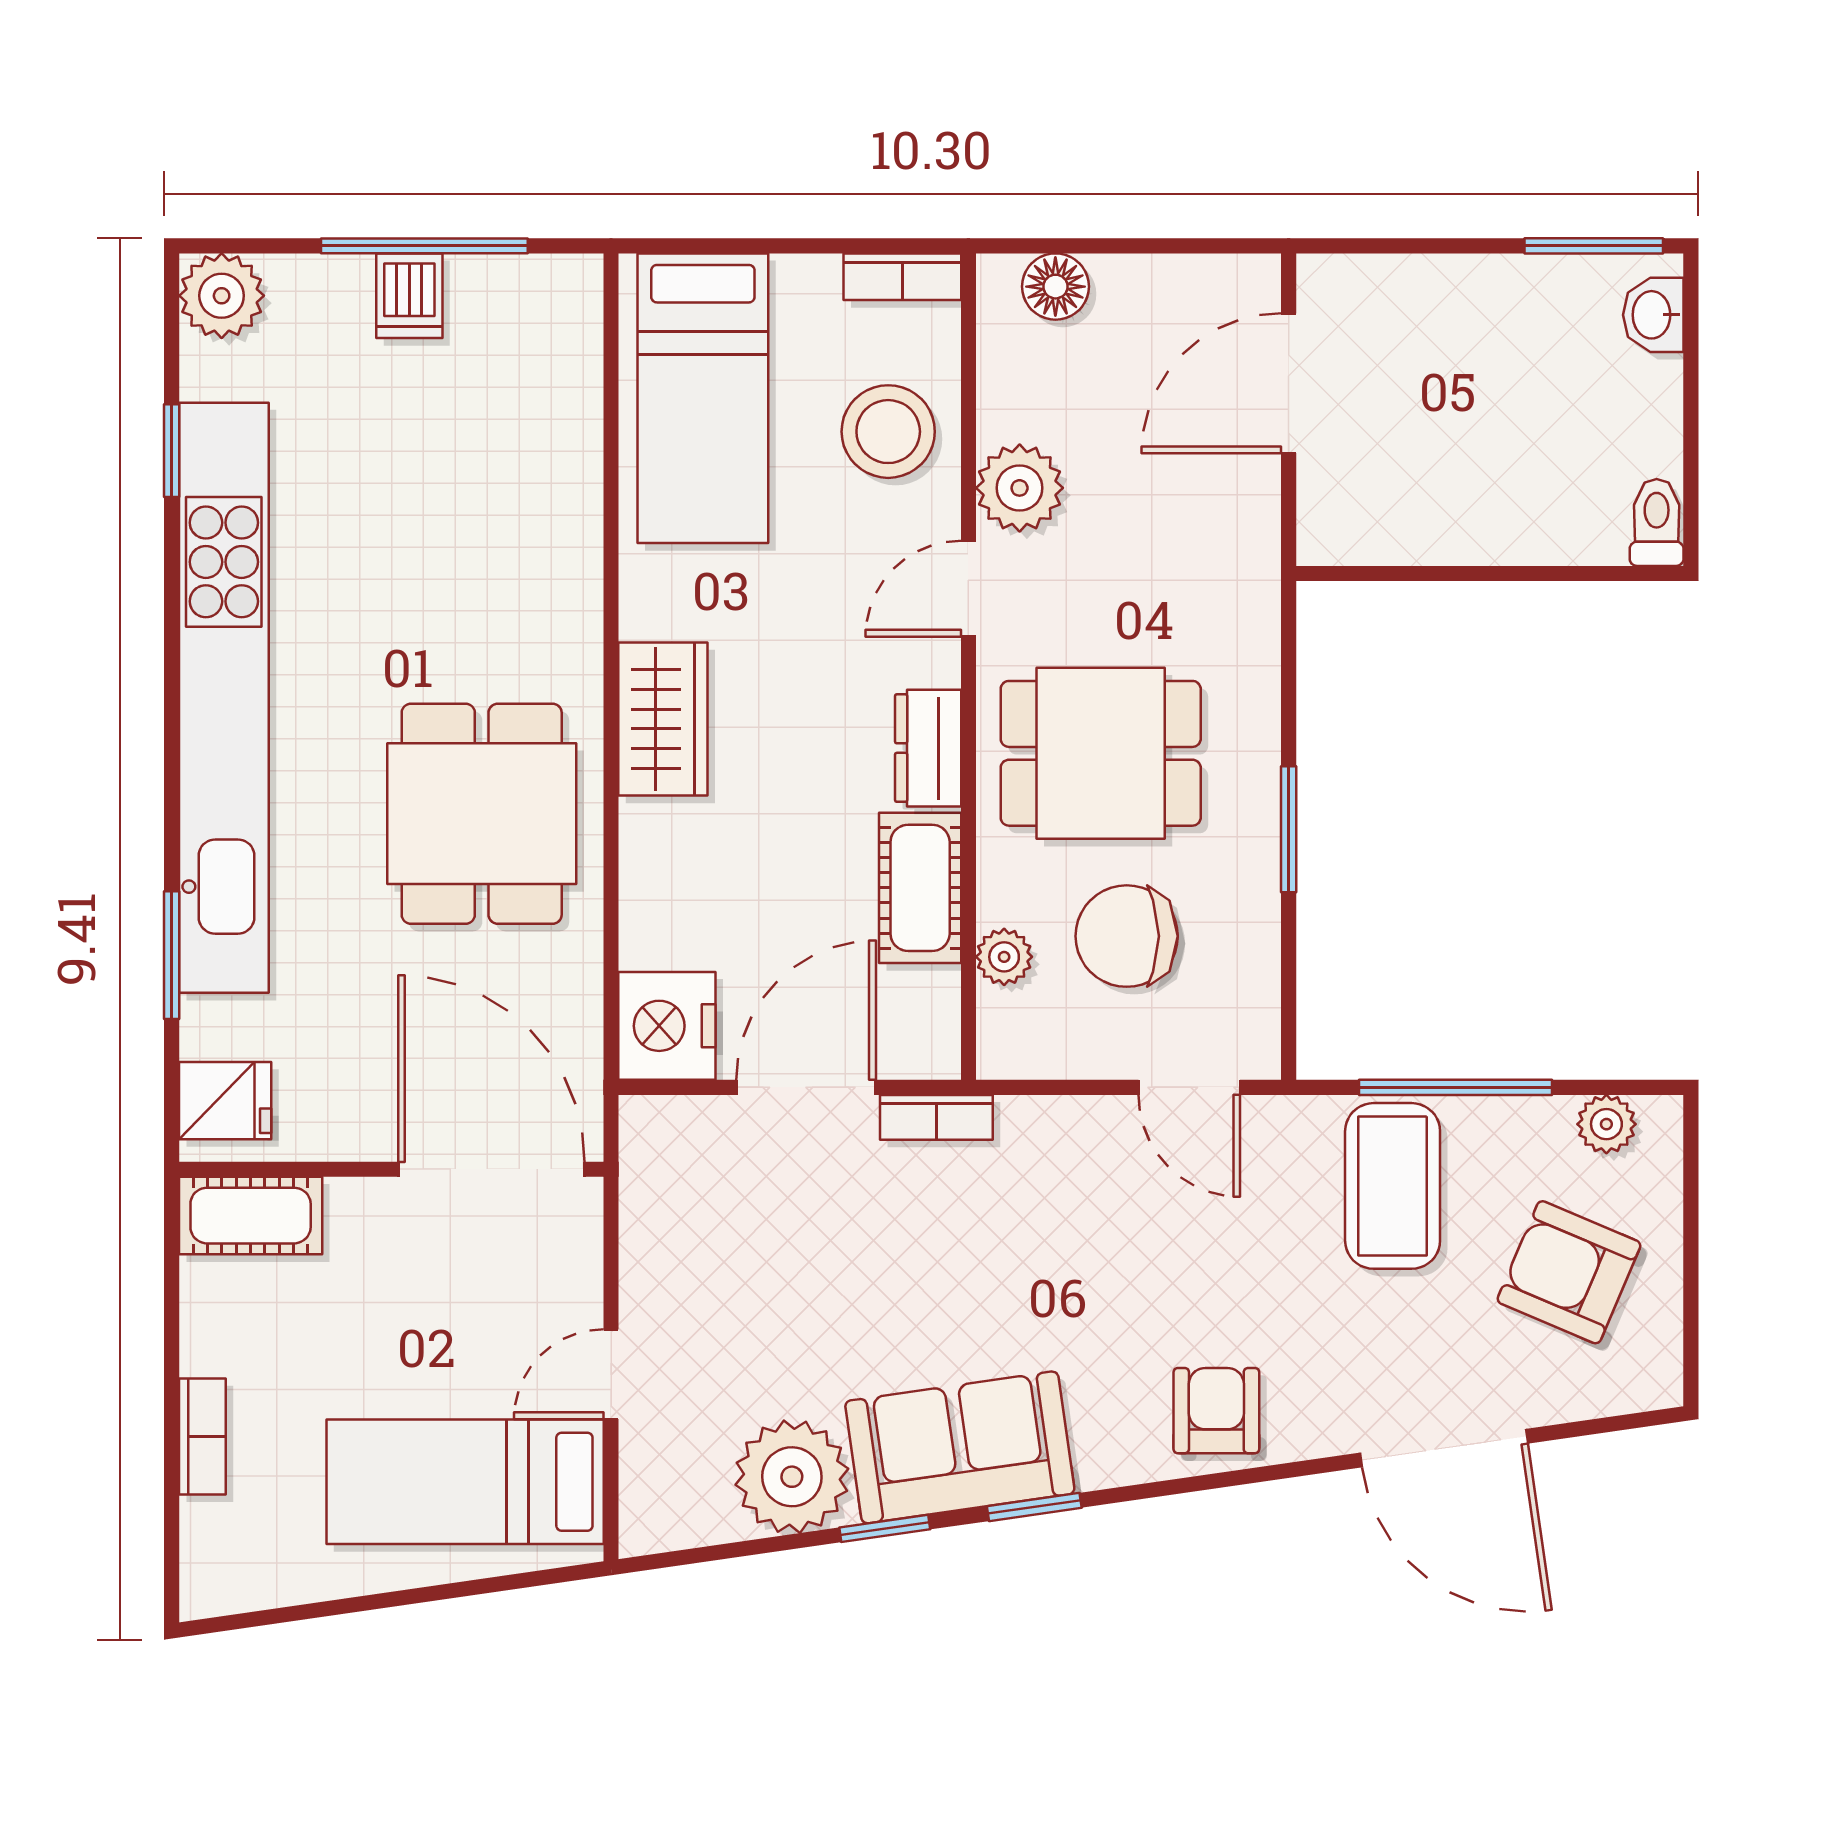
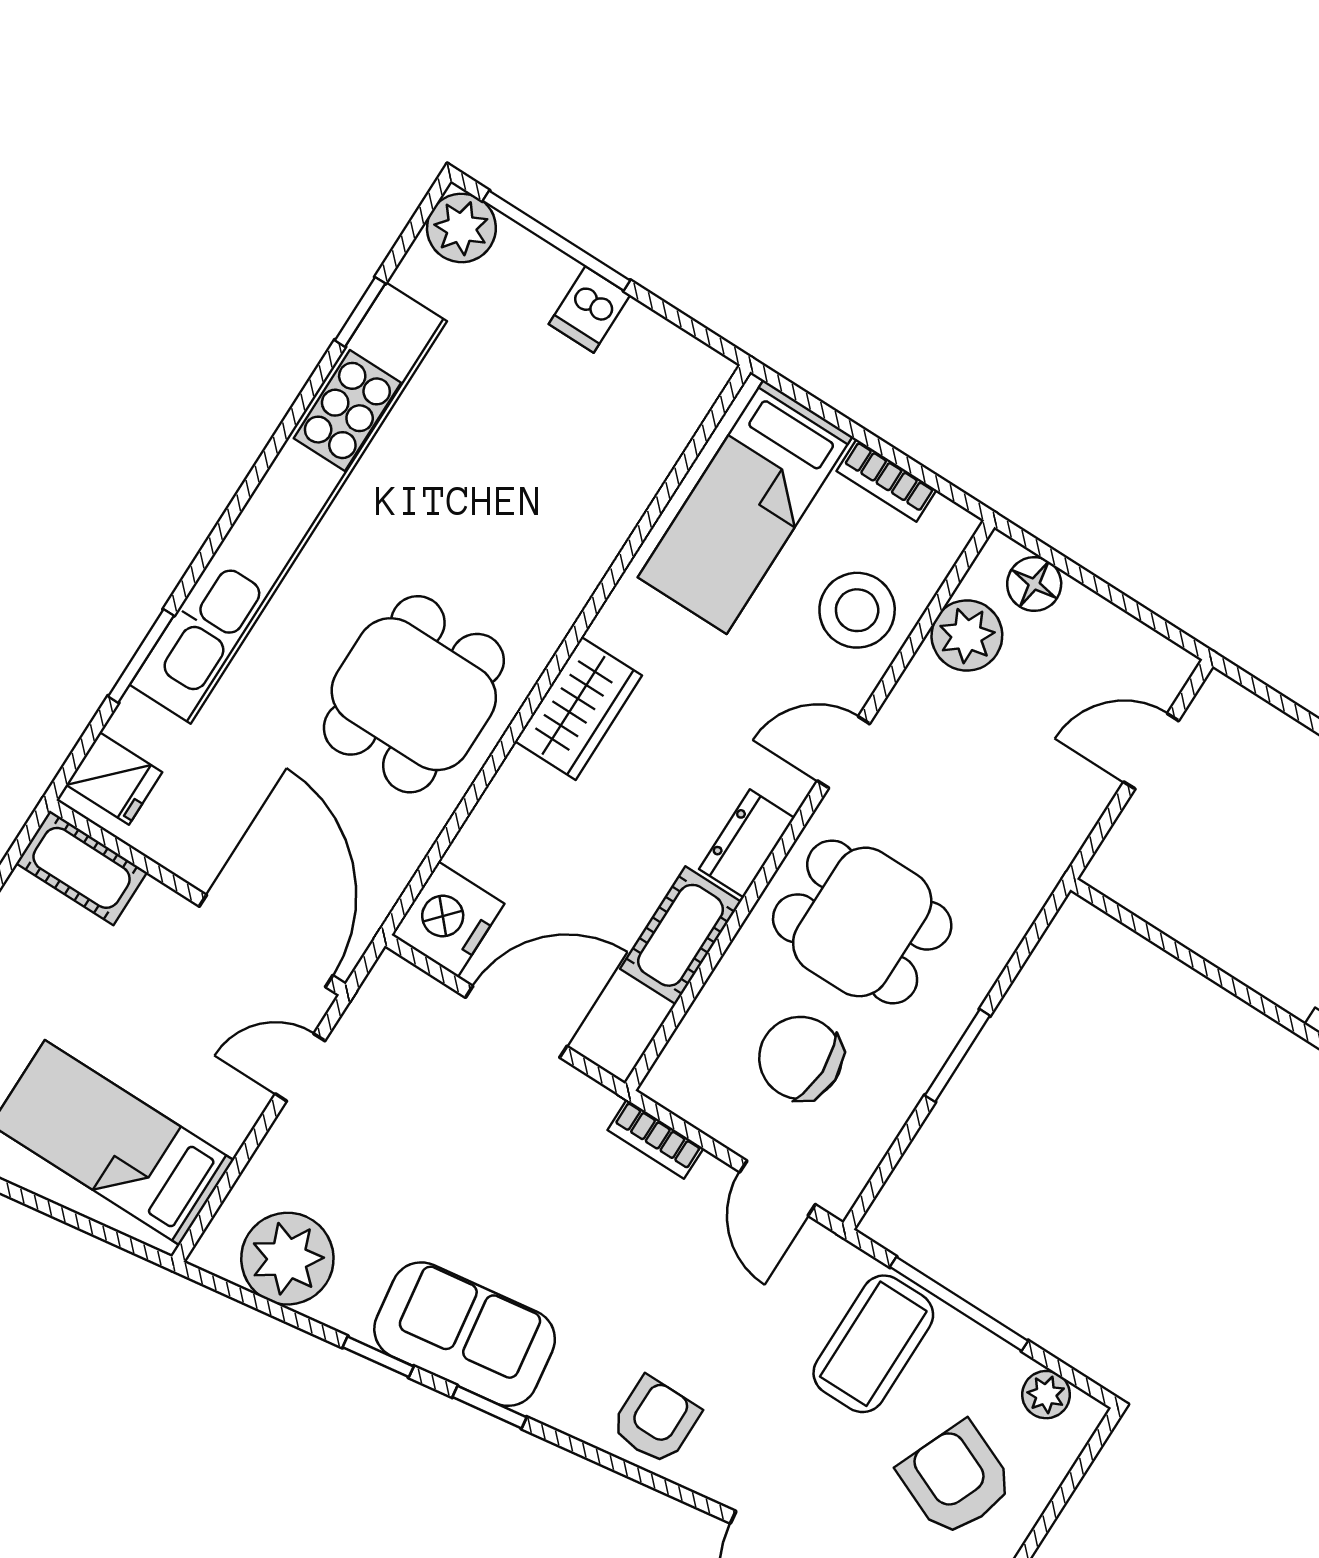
window: (424, 246) -> (556, 241), moved
bookcase: (902, 277) -> (887, 481), moved
door: (1289, 383) -> (1151, 751), width x0.73
plant: (1020, 488) -> (967, 635), moved
plant: (1004, 957) -> (708, 1019), removed
bookcase: (936, 1117) -> (655, 1139), moved
door: (611, 1374) -> (300, 1067), moved
plant: (792, 1477) -> (287, 1259), moved

